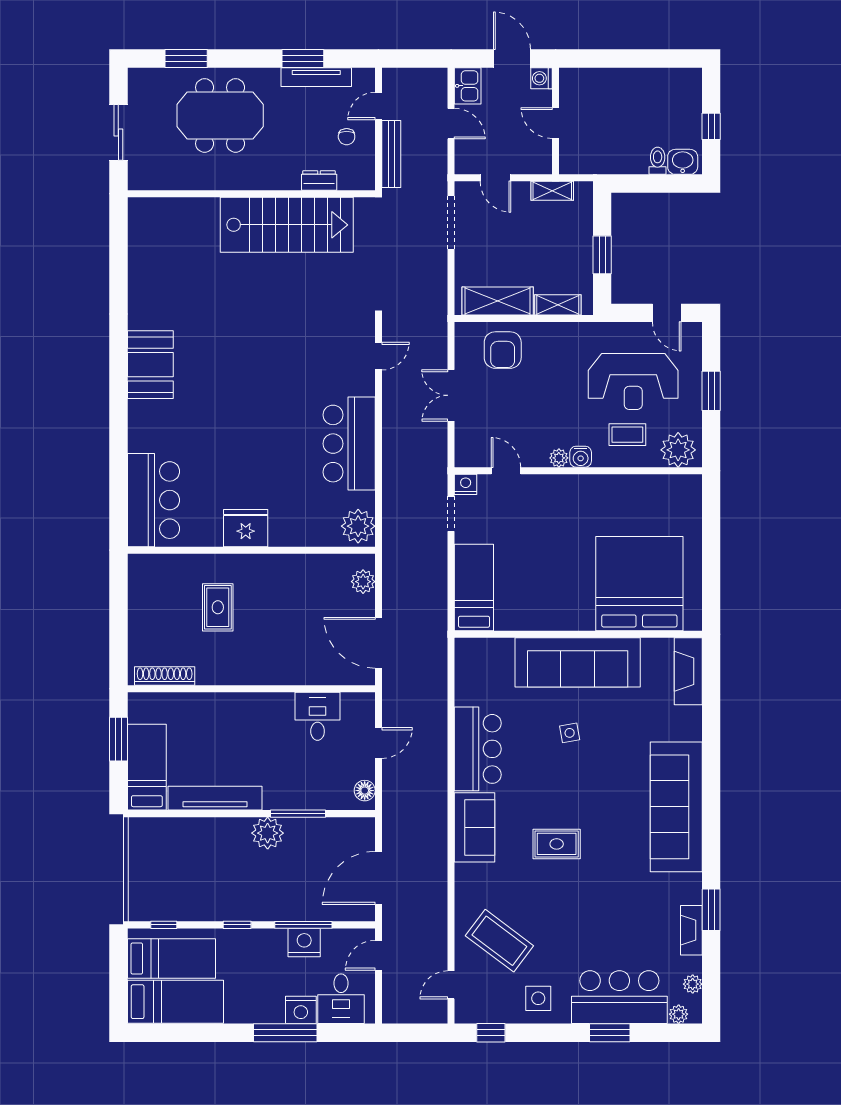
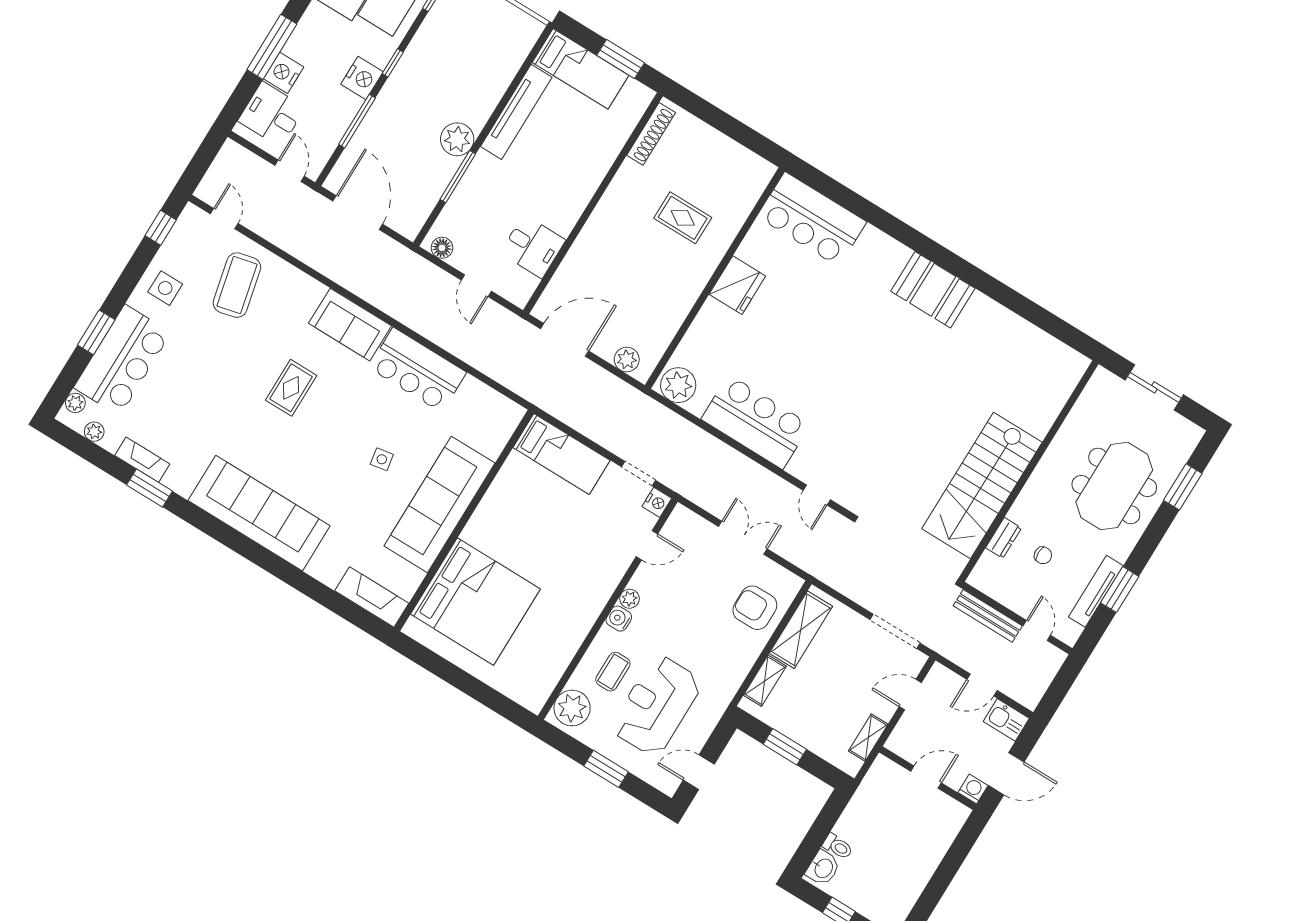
chair: (347, 137) -> (1043, 555), moved, turned 180
coffee table: (499, 941) -> (237, 285), turned -50
nightstand: (304, 943) -> (362, 78), moved

